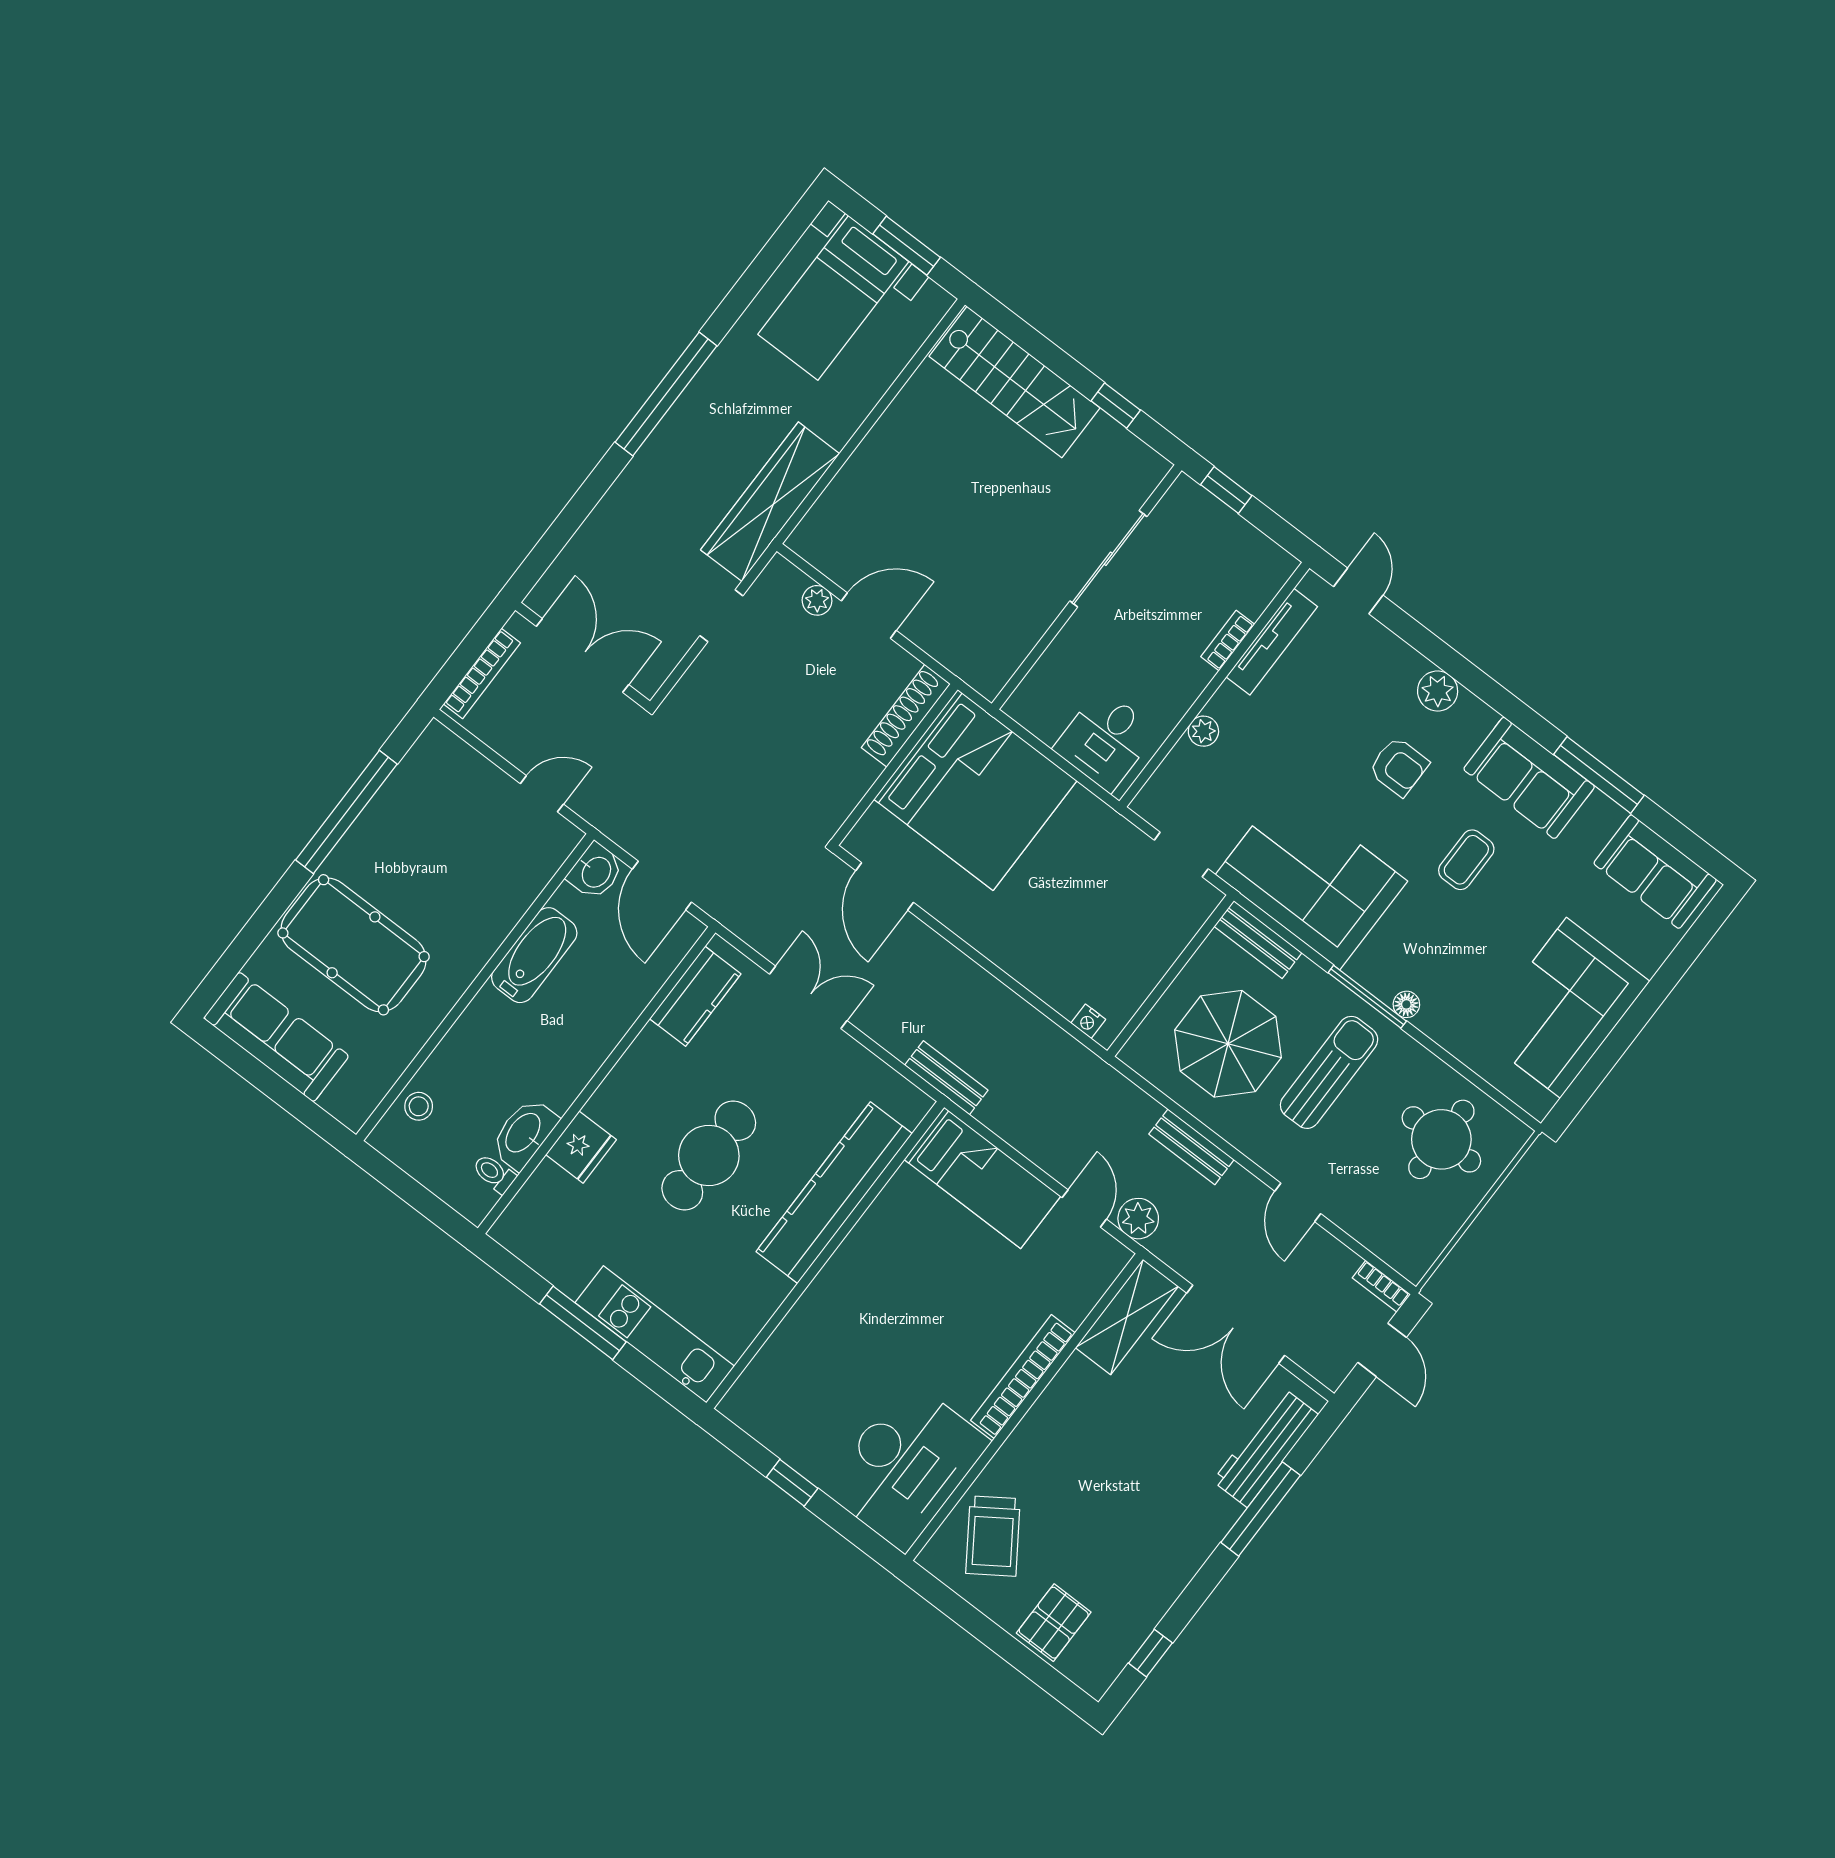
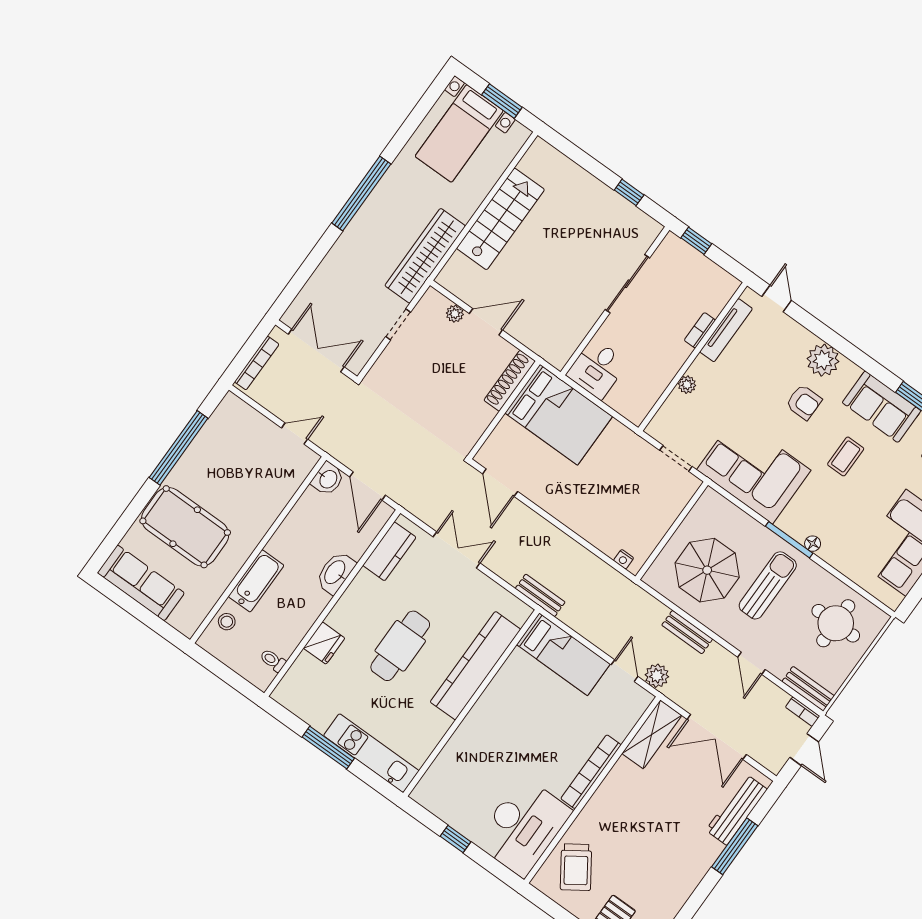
stairs: (1014, 382) -> (500, 219), moved, turned -90
plant: (1438, 691) -> (823, 360), width x1.36, depth x1.36
desk: (1105, 740) -> (597, 369), moved
bed: (975, 790) -> (559, 415), width x0.73
bench: (1258, 940) -> (808, 689), moved
bathtub: (534, 955) -> (256, 581), moved
washbasin: (524, 1133) -> (335, 573), moved

